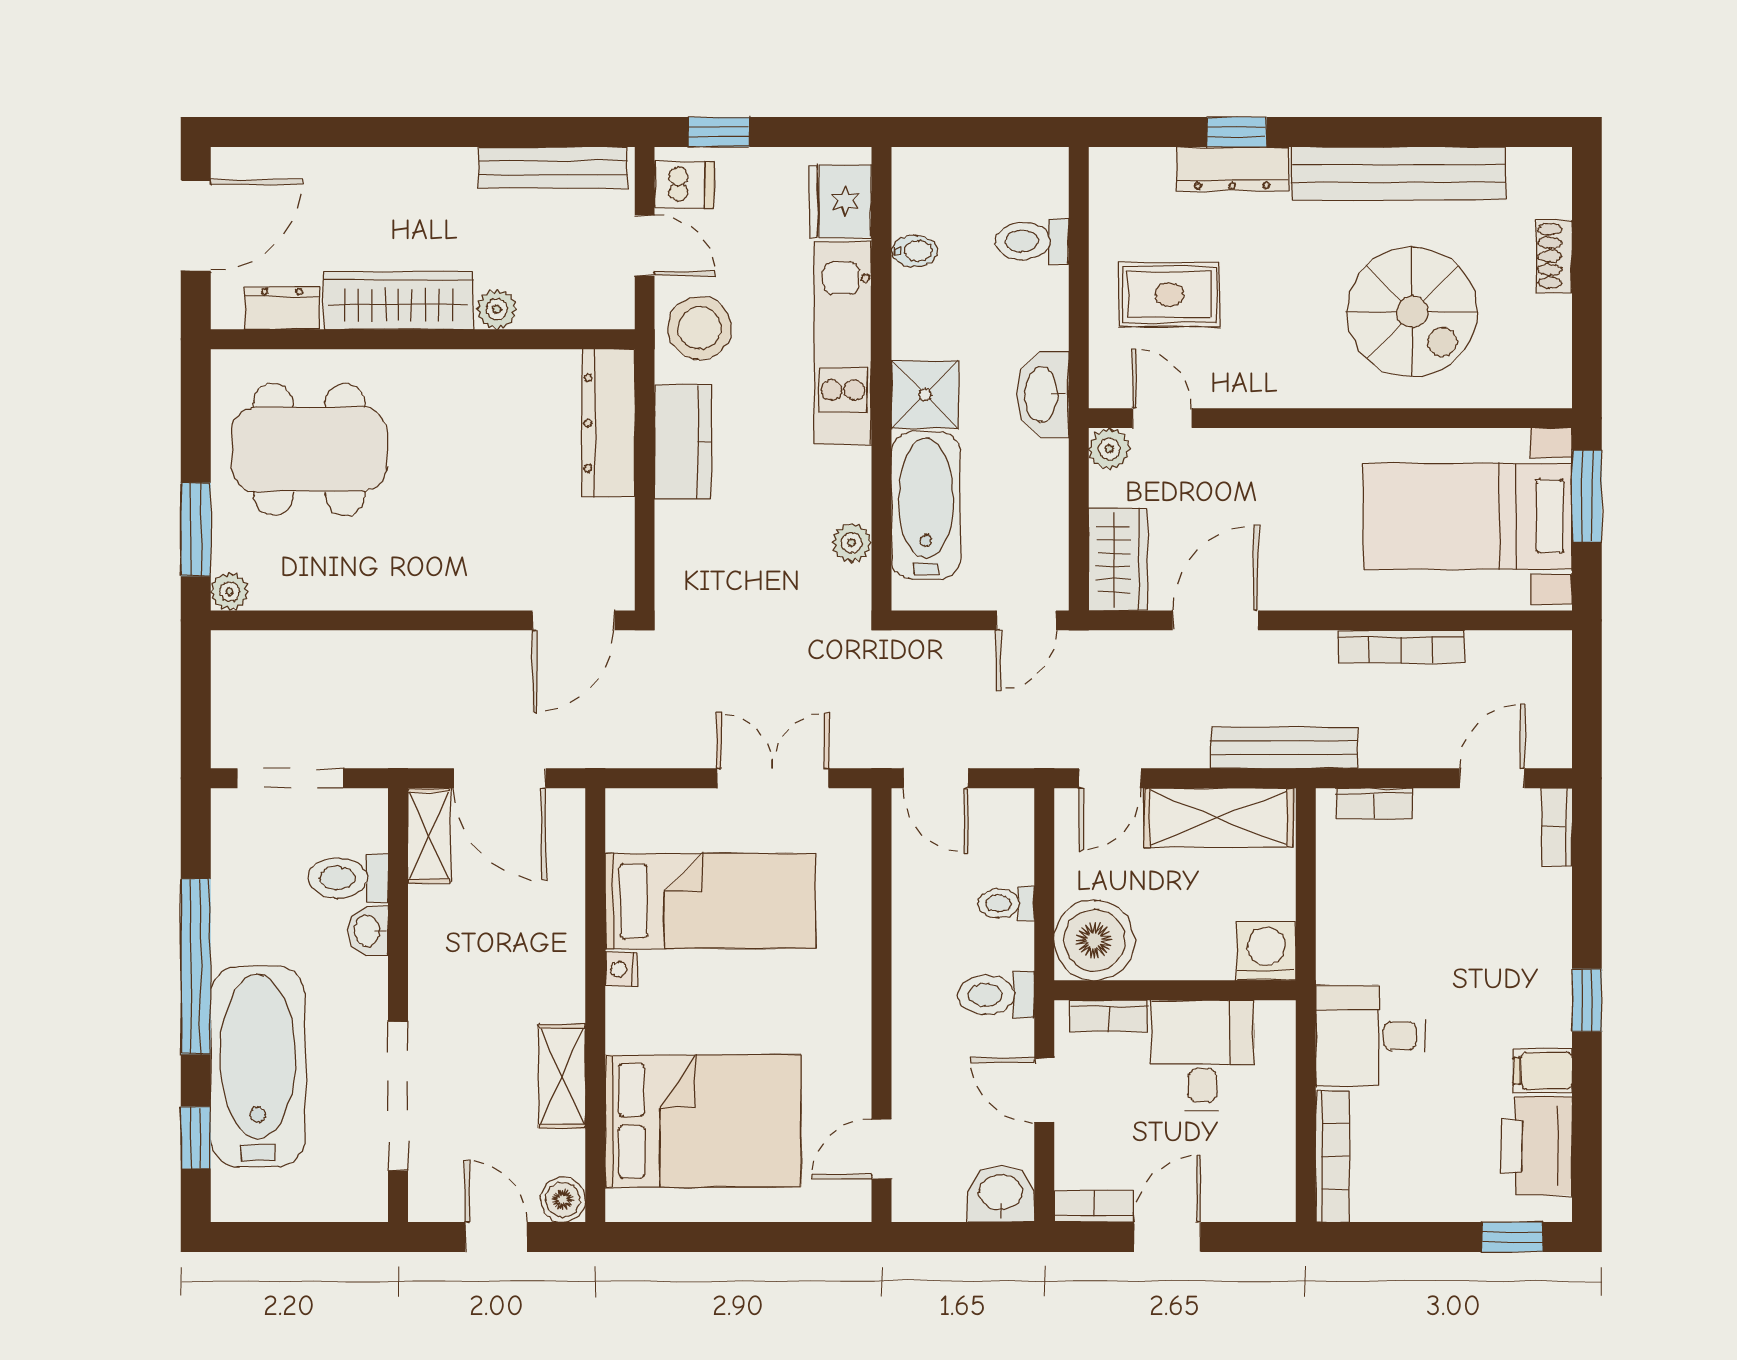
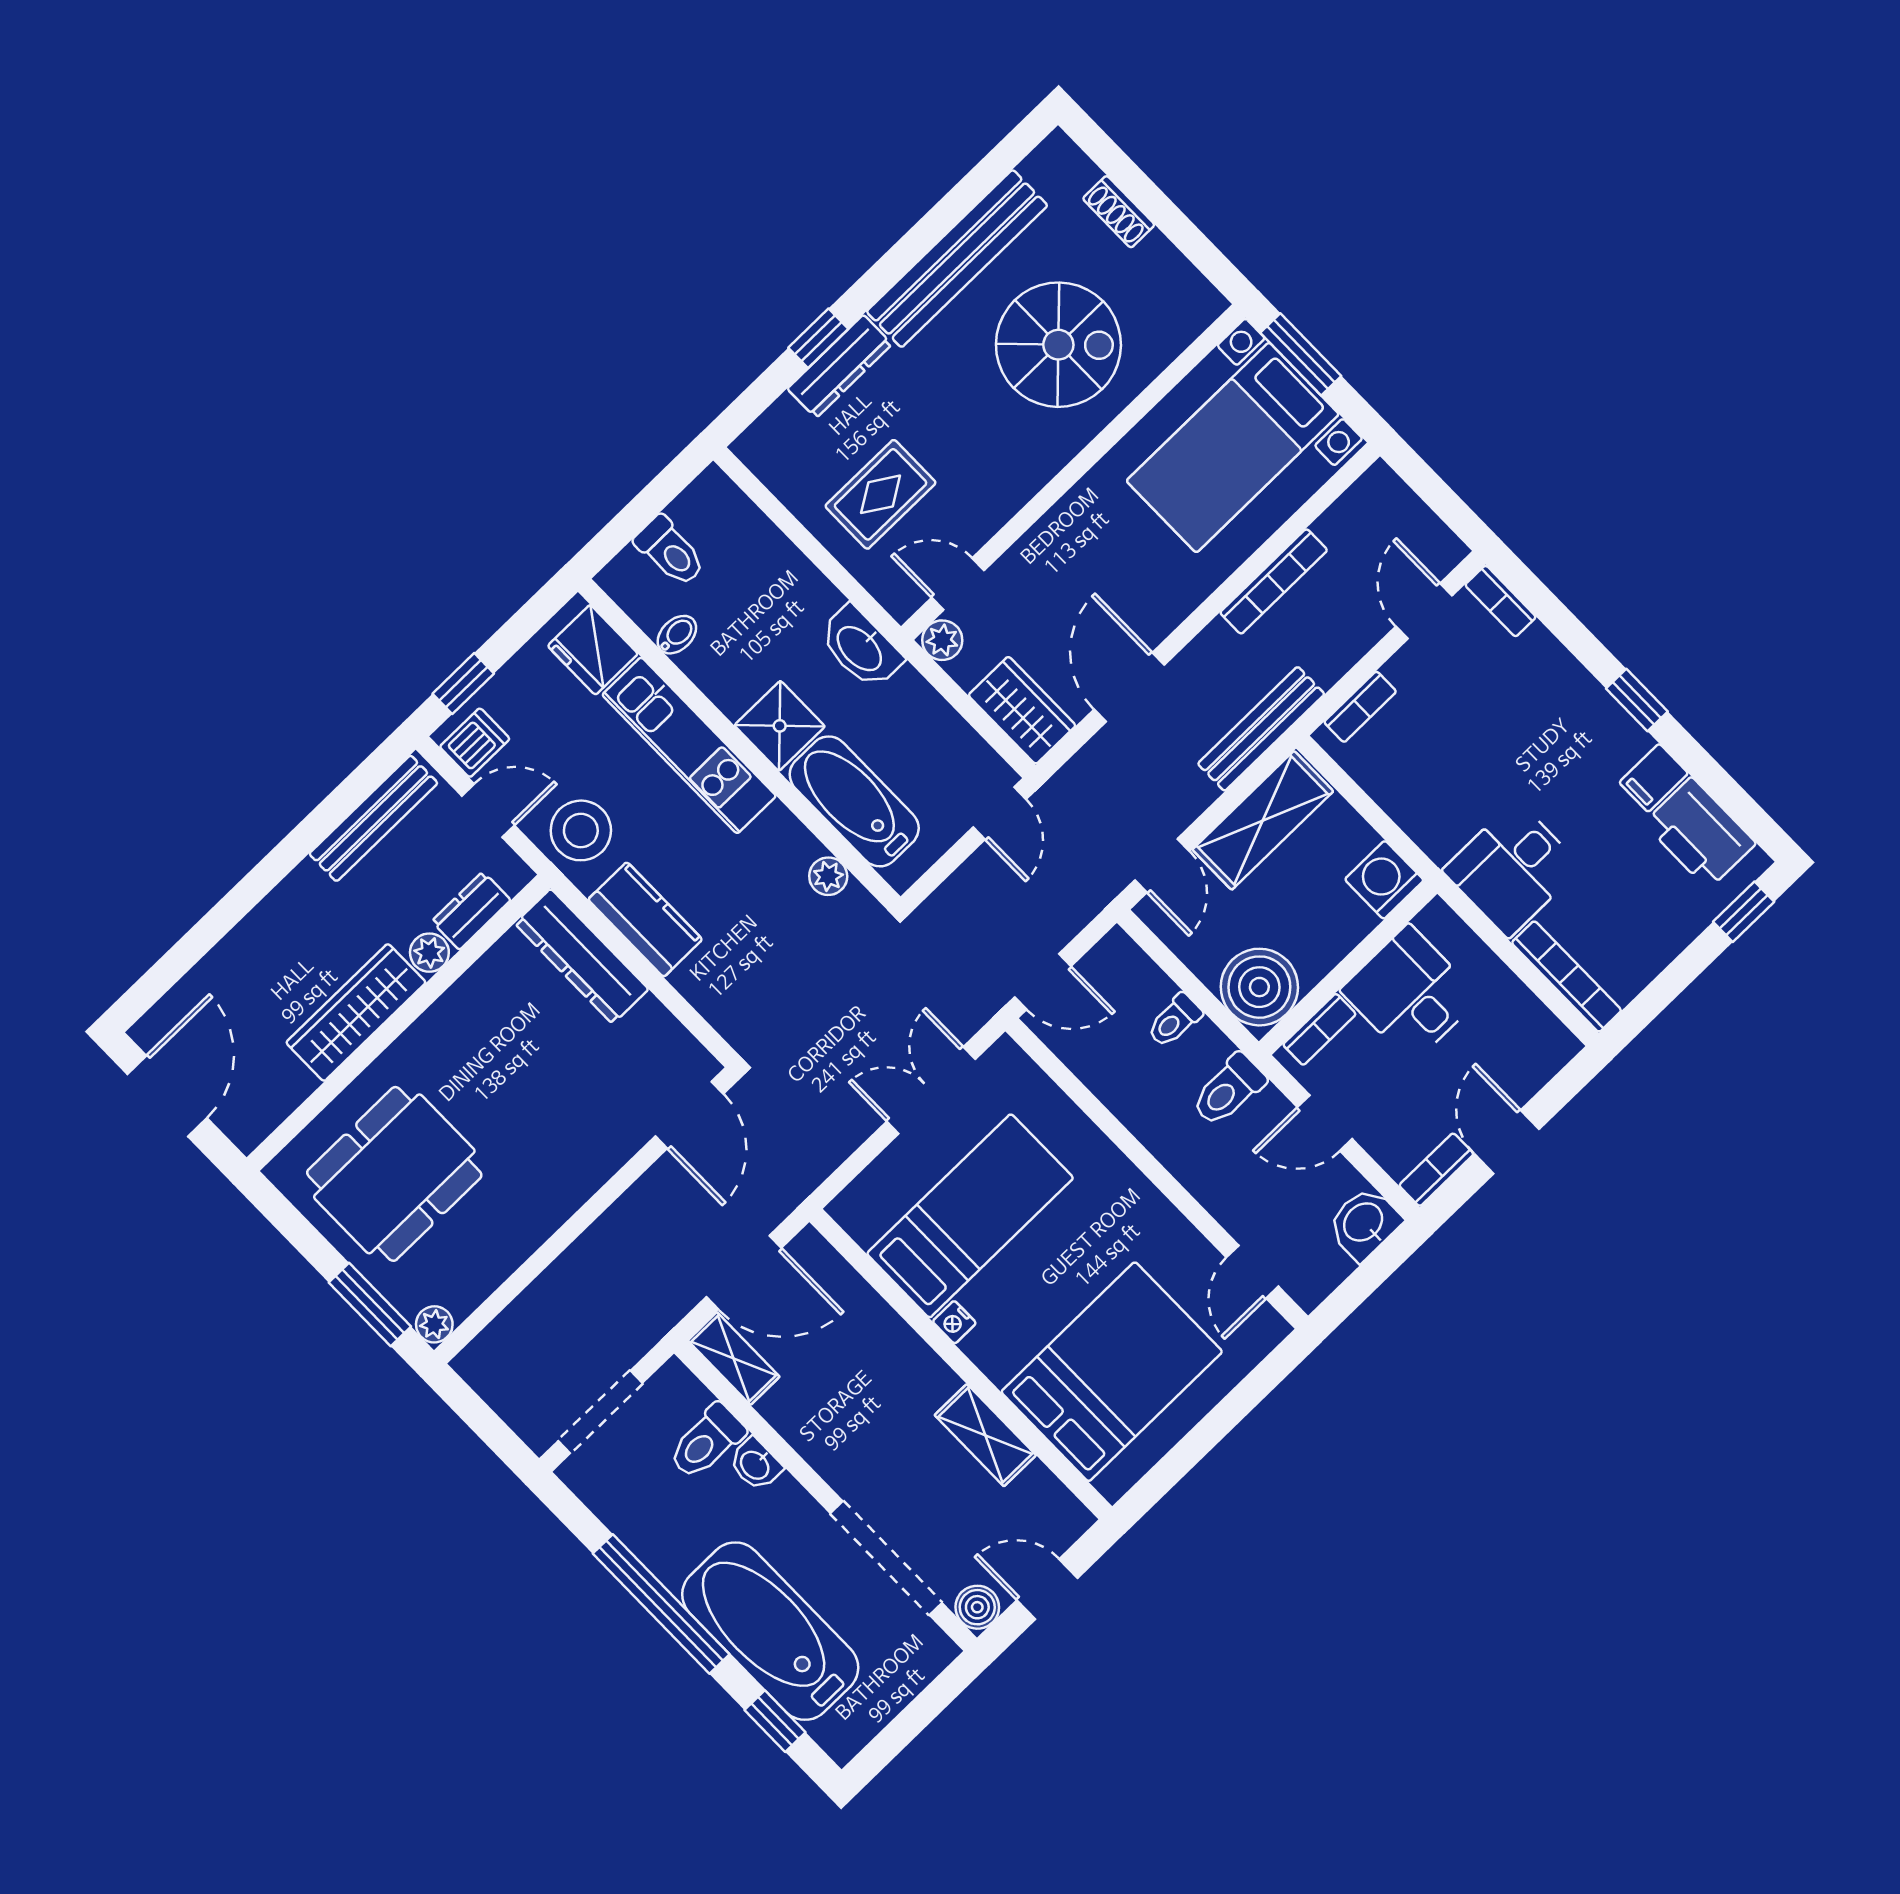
toilet: (1032, 241) -> (670, 551), moved, turned -90
dresser: (282, 308) -> (471, 911), moved
boiler: (563, 1200) -> (977, 1607), moved

